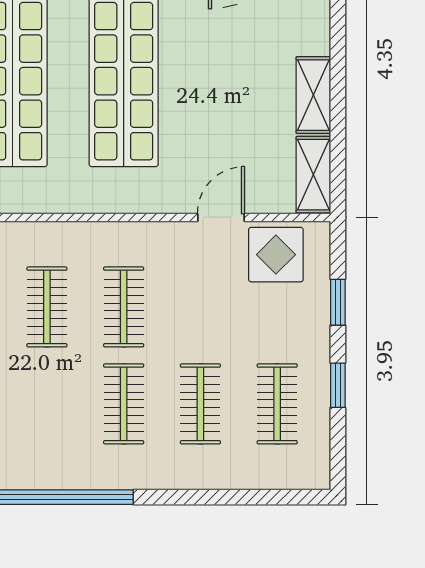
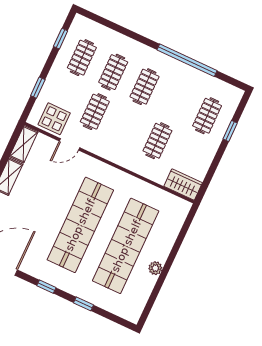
clothes rail: (124, 307) -> (95, 112), moved
window: (338, 385) -> (61, 39), moved

